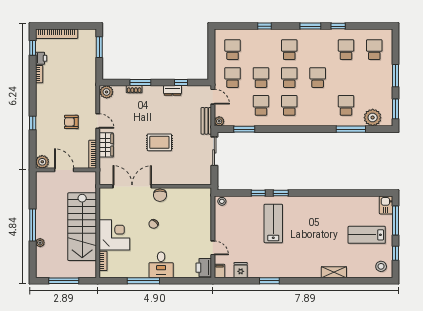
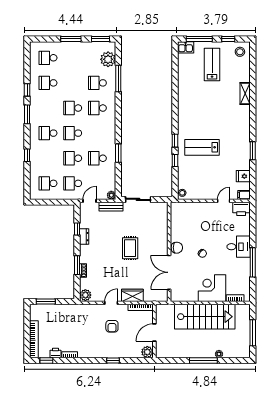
school desk: (289, 105) -> (97, 108), moved
window: (244, 129) -> (118, 153), moved
lab bench: (367, 235) -> (212, 64), turned 180

